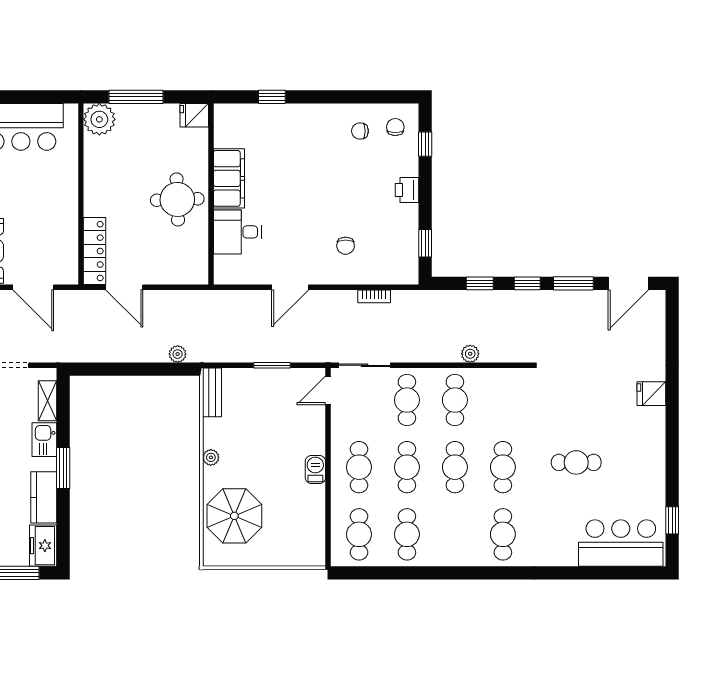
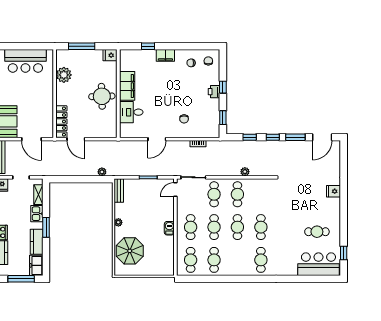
filing cabinet: (307, 116) -> (165, 55), added
plant: (99, 119) -> (64, 75), moved
window: (425, 144) -> (223, 87), moved
cafe table: (576, 462) -> (317, 232), moved

